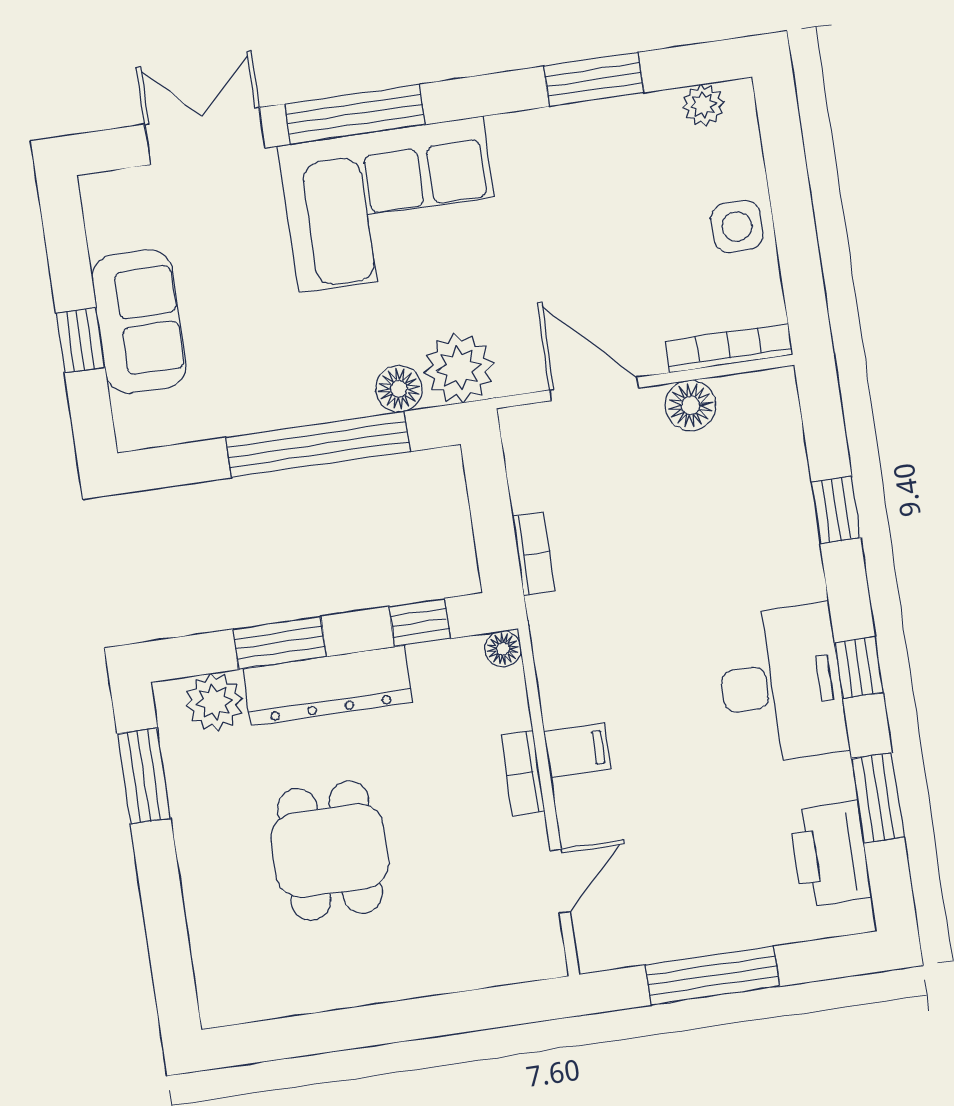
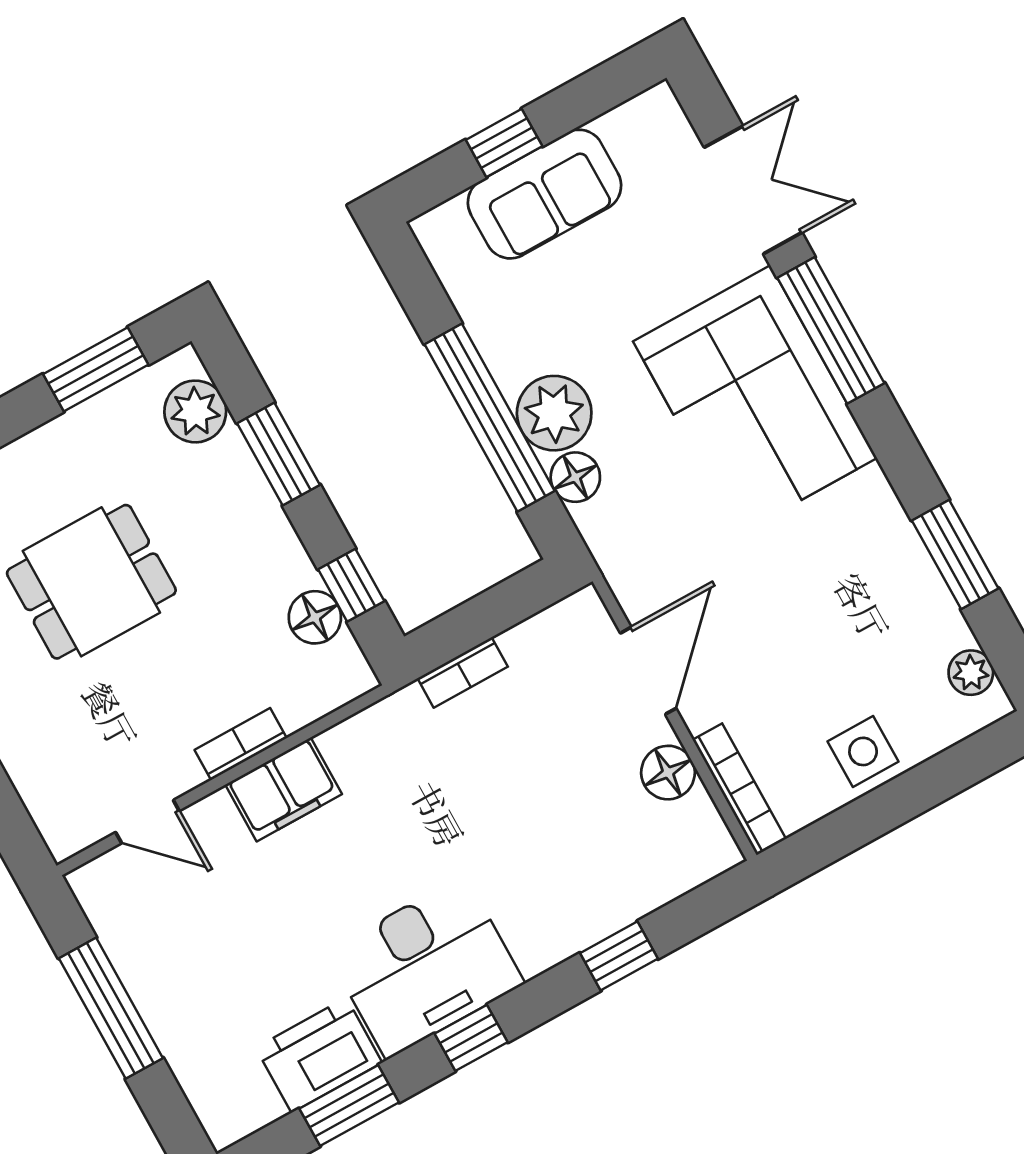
plant: (459, 368) -> (554, 413), moved
floor lamp: (503, 649) -> (315, 617), moved, width x1.37, depth x1.37
dresser: (328, 686) -> (254, 518), removed
filing cabinet: (577, 750) -> (284, 789), width x2.00
printer: (830, 854) -> (319, 1055), moved

